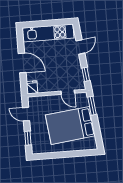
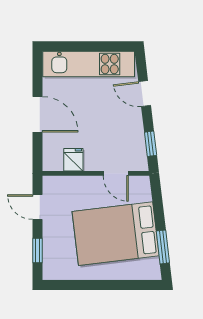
door: (80, 47) -> (145, 94), swing flipped
fridge: (32, 87) -> (73, 160), moved
window: (92, 106) -> (163, 247), moved

